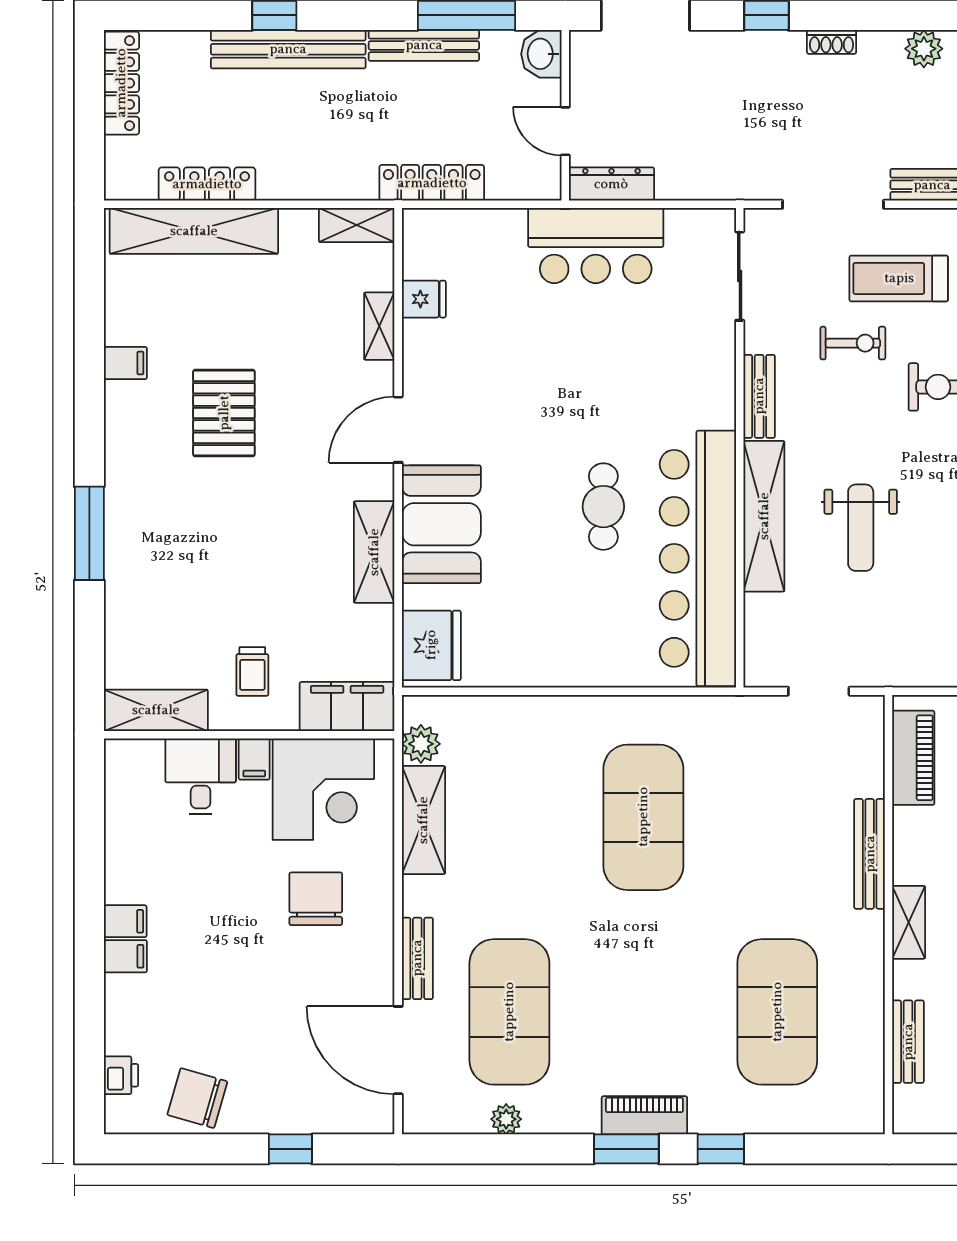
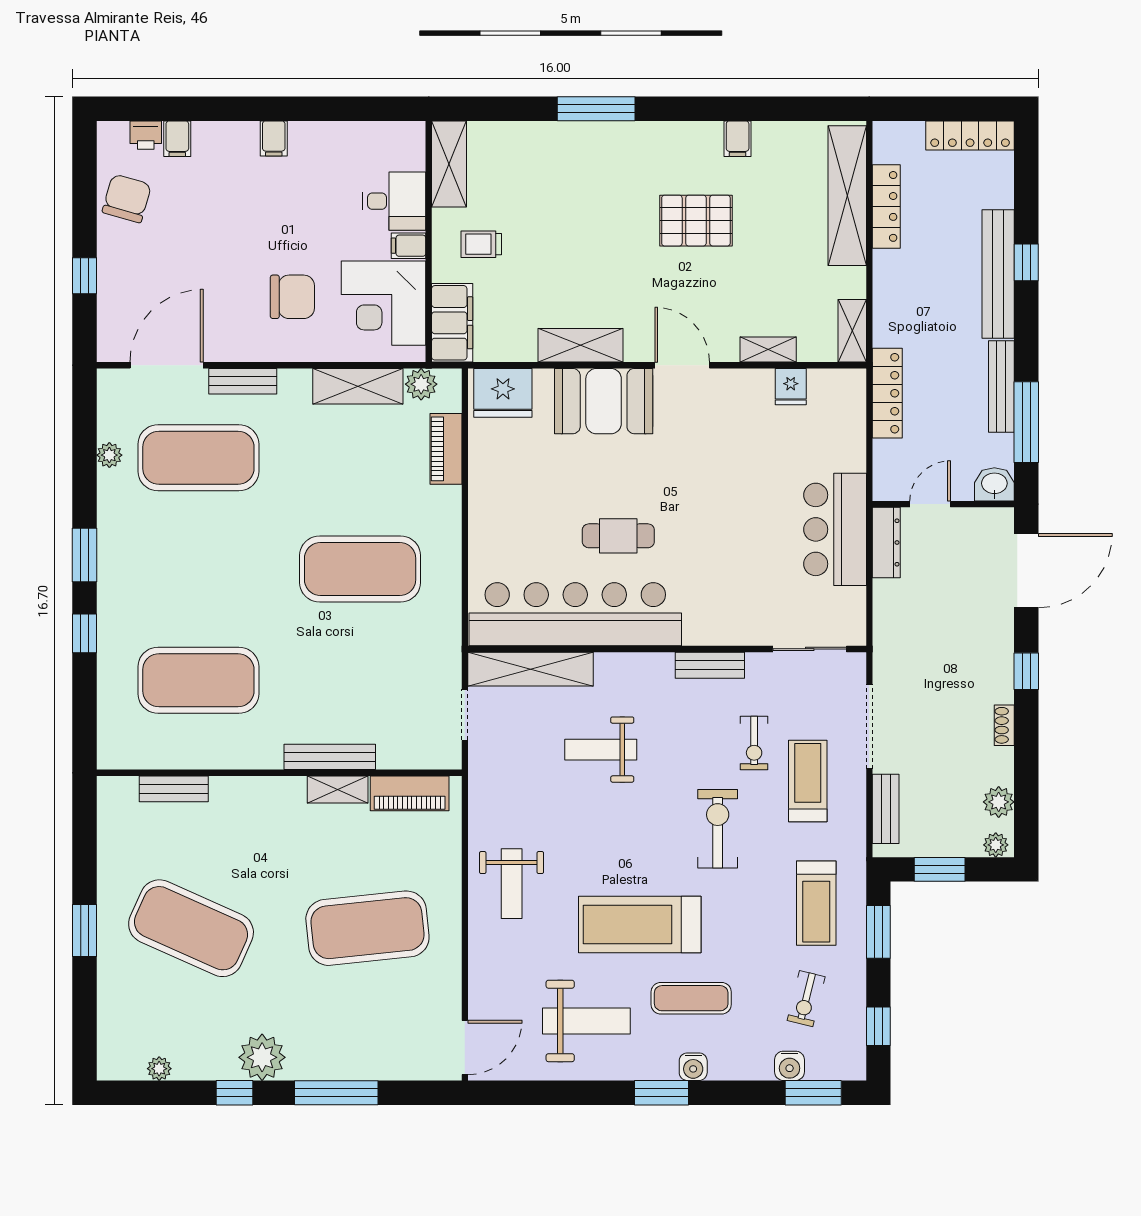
shelving: (764, 516) -> (531, 669), moved
shelving: (909, 922) -> (338, 789), moved
filing cabinet: (125, 956) -> (177, 139), moved
piano: (644, 1115) -> (446, 449), moved, turned 180

